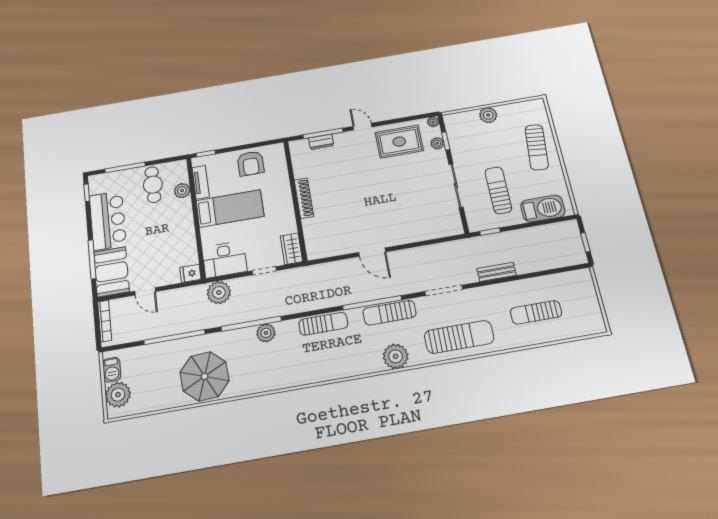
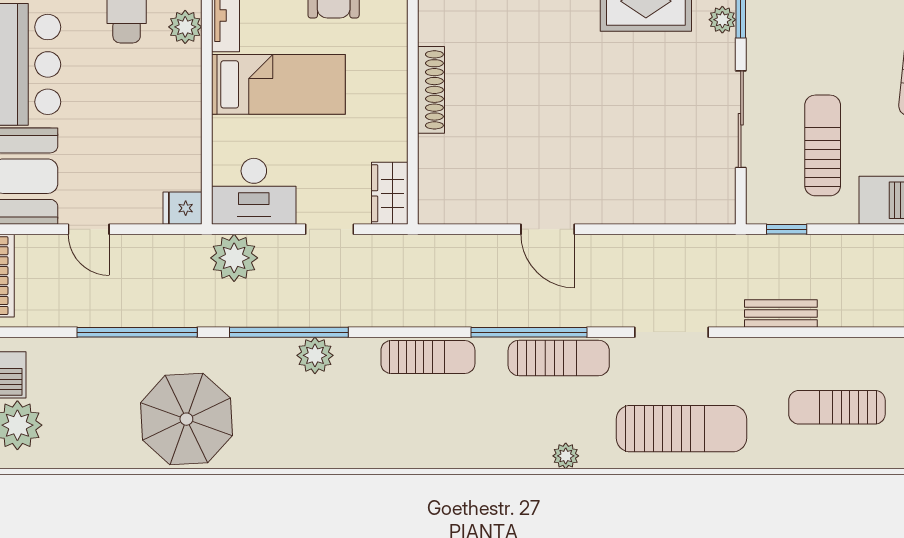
sun lounger: (389, 313) -> (559, 358), turned 180
plant: (396, 356) -> (566, 456), width x0.53, depth x0.53

